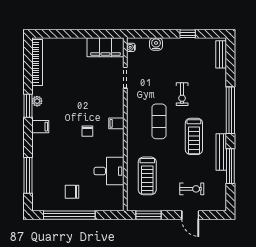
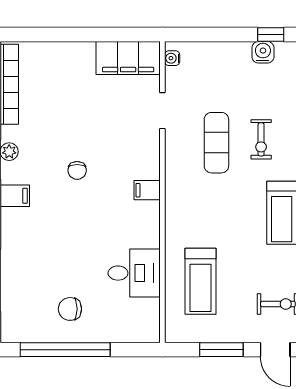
water cooler: (156, 44) -> (263, 52), moved
exercise mat: (159, 121) -> (216, 143), moved
chair: (87, 131) -> (77, 170), moved
window: (148, 215) -> (221, 350), moved

